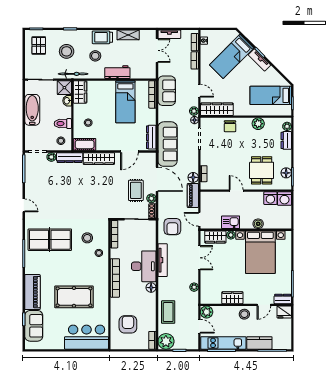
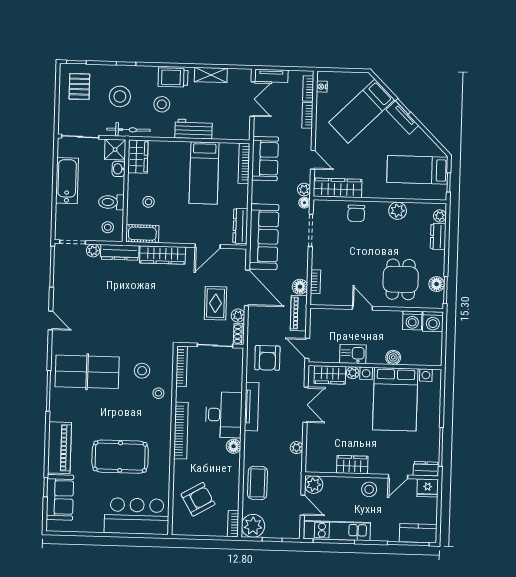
armchair: (128, 324) -> (198, 499), turned 60
kitchen counter: (259, 343) -> (418, 533), moved

